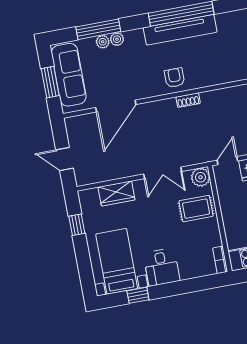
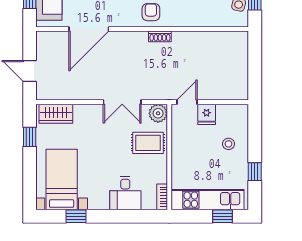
wardrobe: (116, 193) -> (56, 114), moved
desk: (162, 267) -> (125, 193), moved

